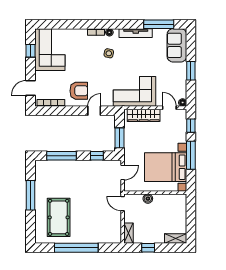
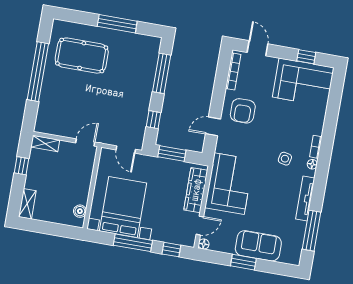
sofa: (177, 45) -> (258, 246), moved
door: (94, 111) -> (213, 126), swing flipped
boiler: (148, 199) -> (80, 211), moved

